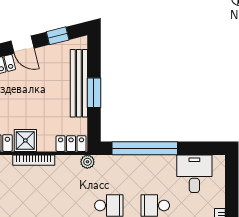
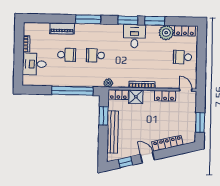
window: (94, 93) -> (104, 116), moved
shower: (25, 140) -> (136, 97), moved
desk: (194, 174) -> (34, 64), moved, turned 90

